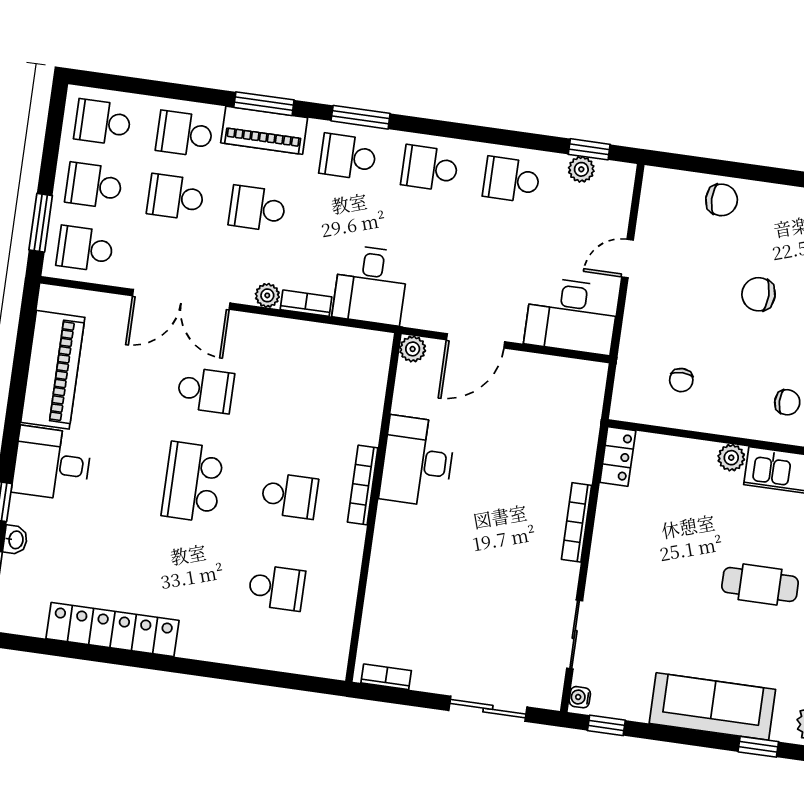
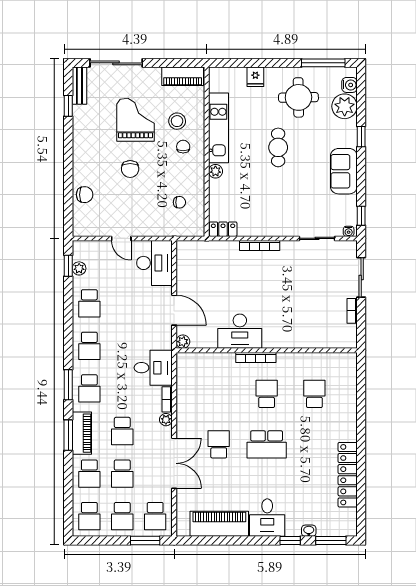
chair: (722, 200) -> (85, 195), turned 90
bookcase: (386, 677) -> (352, 311), moved
sofa: (712, 706) -> (344, 171), width x0.73

